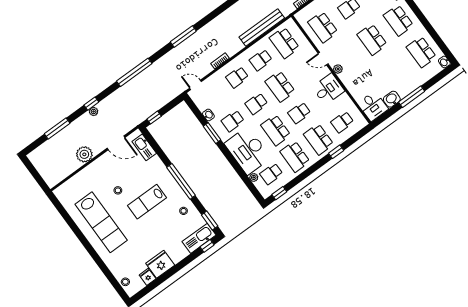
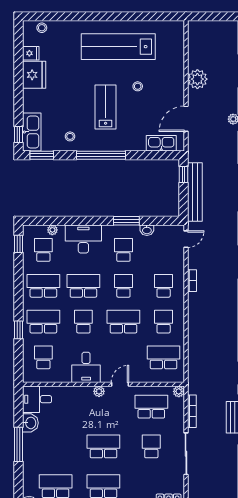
plant: (300, 16) -> (179, 391), added
bench: (262, 28) -> (195, 192), moved
desk: (248, 151) -> (83, 239), width x0.73, depth x0.77

